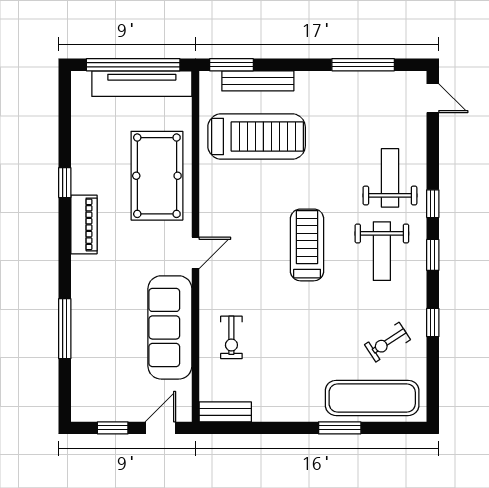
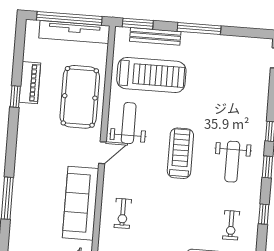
window: (363, 65) -> (199, 29), moved
weight bench: (390, 178) -> (129, 123), moved
piano: (84, 224) -> (30, 83), moved
exercise bike: (387, 342) -> (231, 225), turned -57

